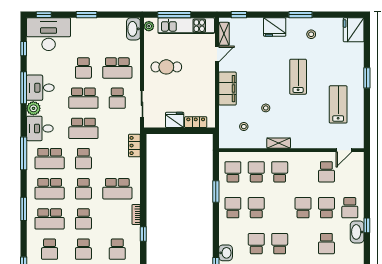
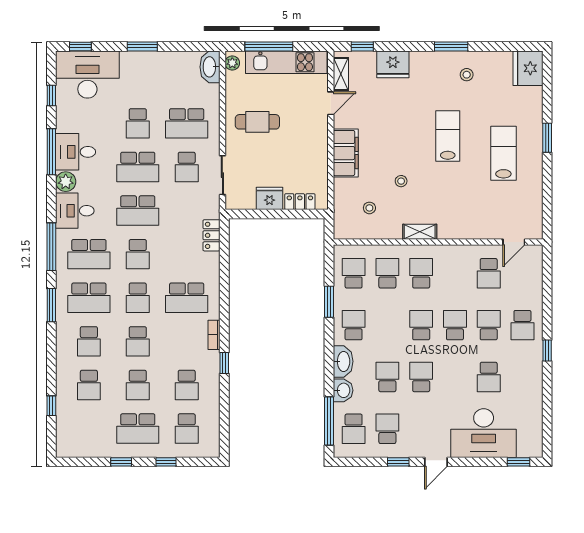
fridge: (275, 27) -> (393, 64), moved
lab bench: (338, 104) -> (503, 153), moved
school desk: (256, 208) -> (421, 325), moved
window: (24, 209) -> (51, 305), moved
school desk: (50, 219) -> (89, 341), width x0.54
washbasin: (357, 232) -> (343, 361), moved, turned 180

